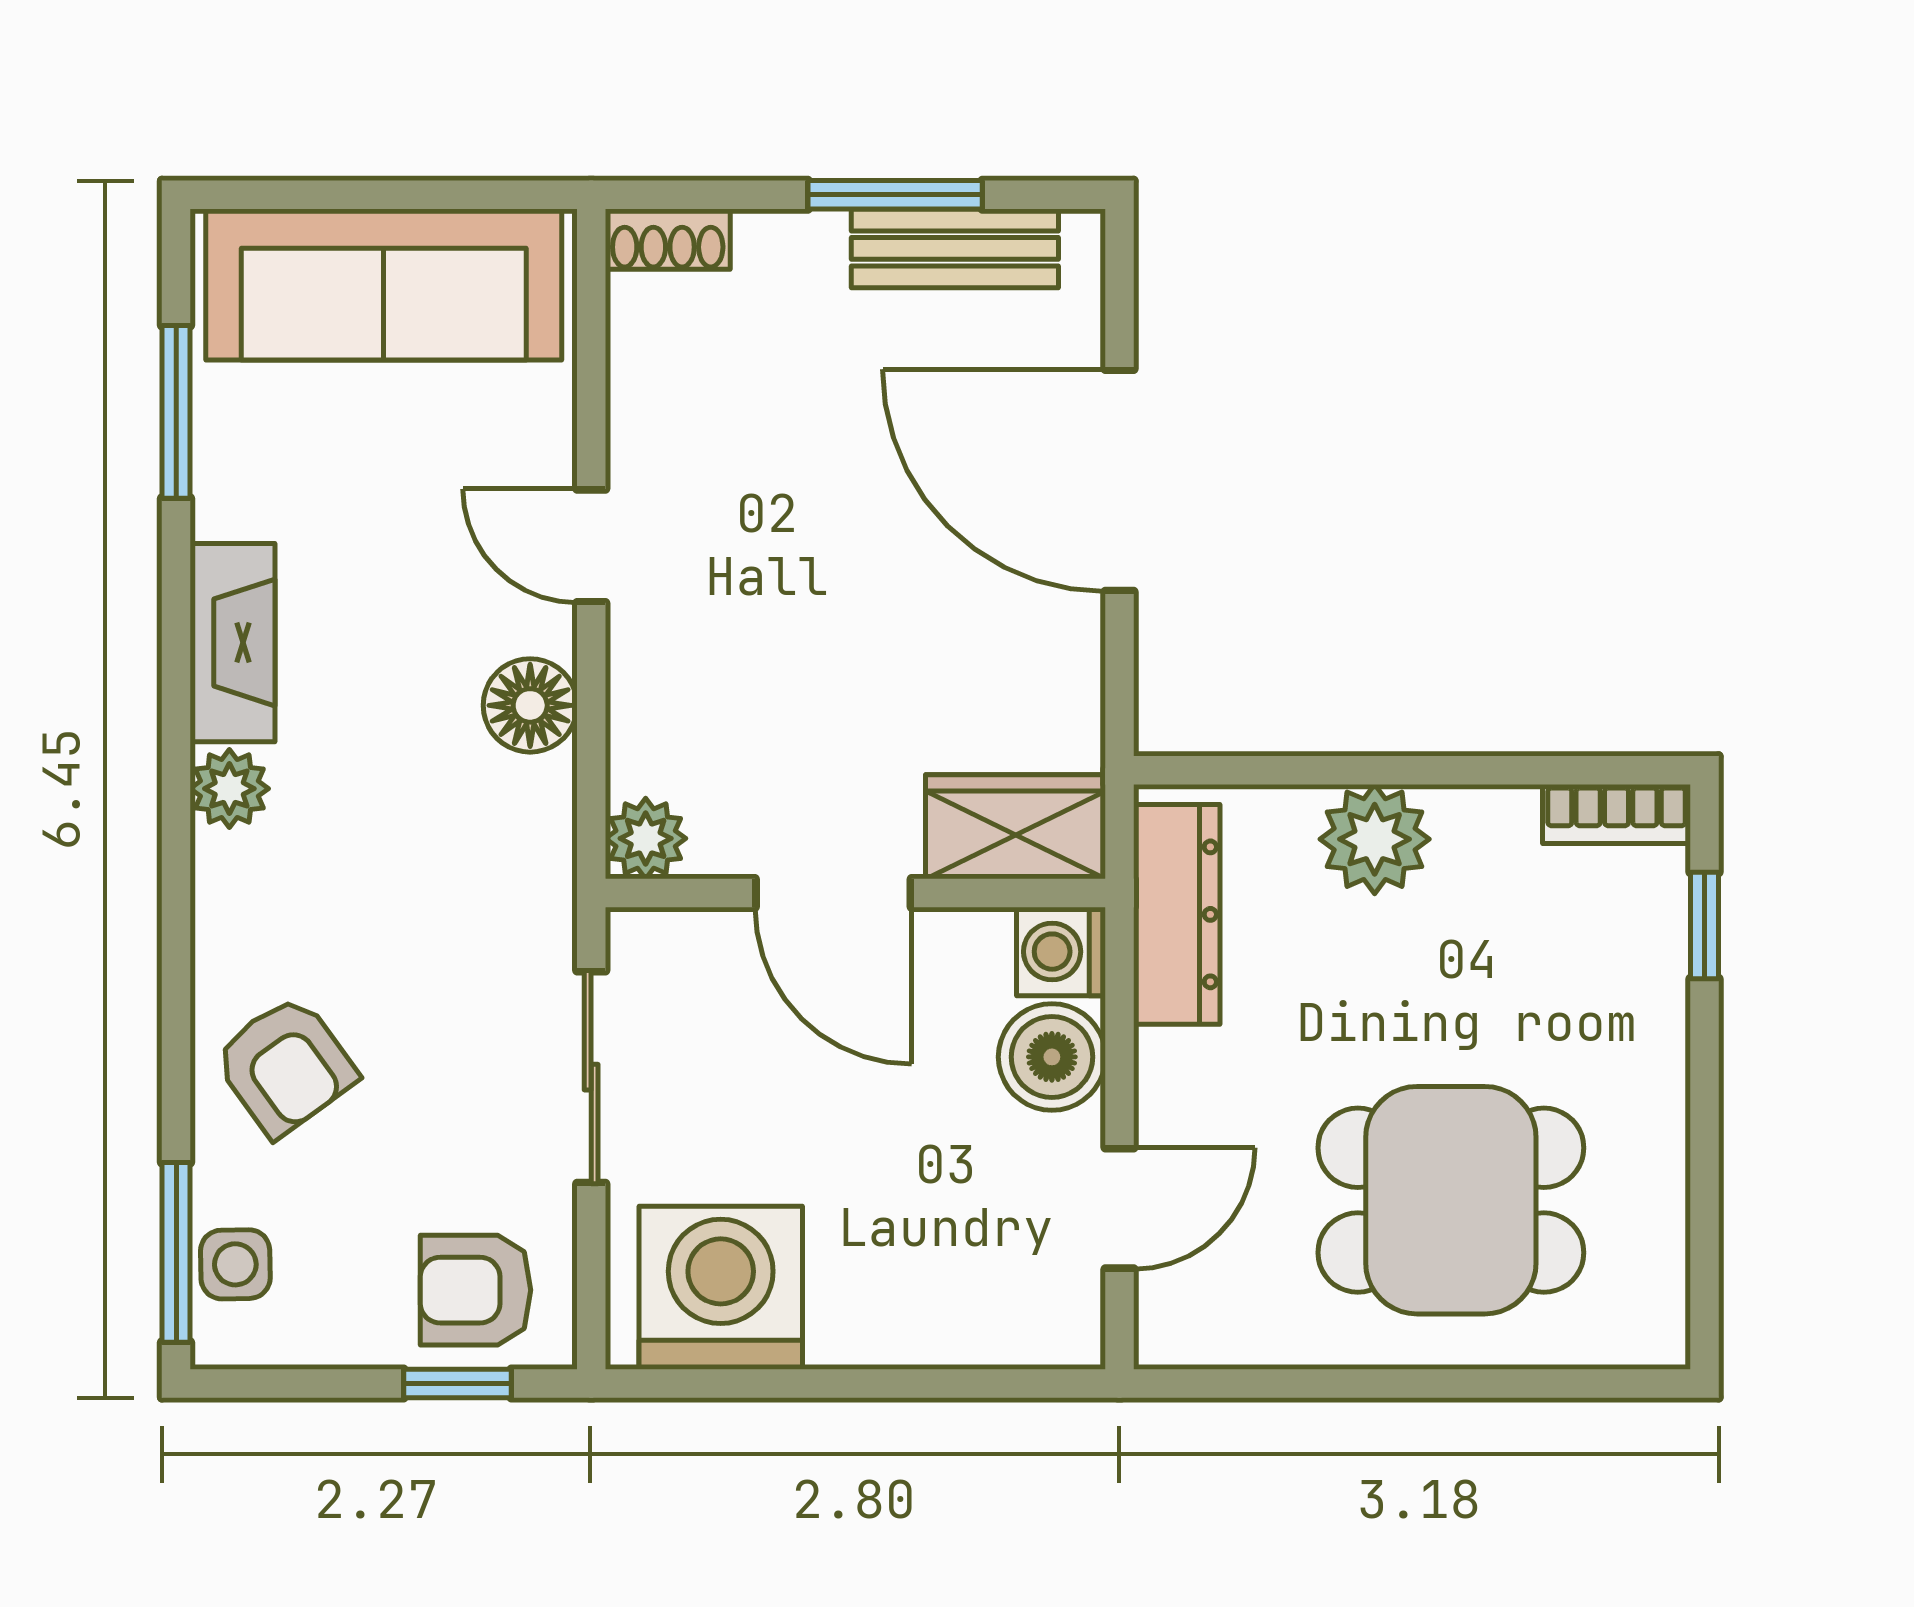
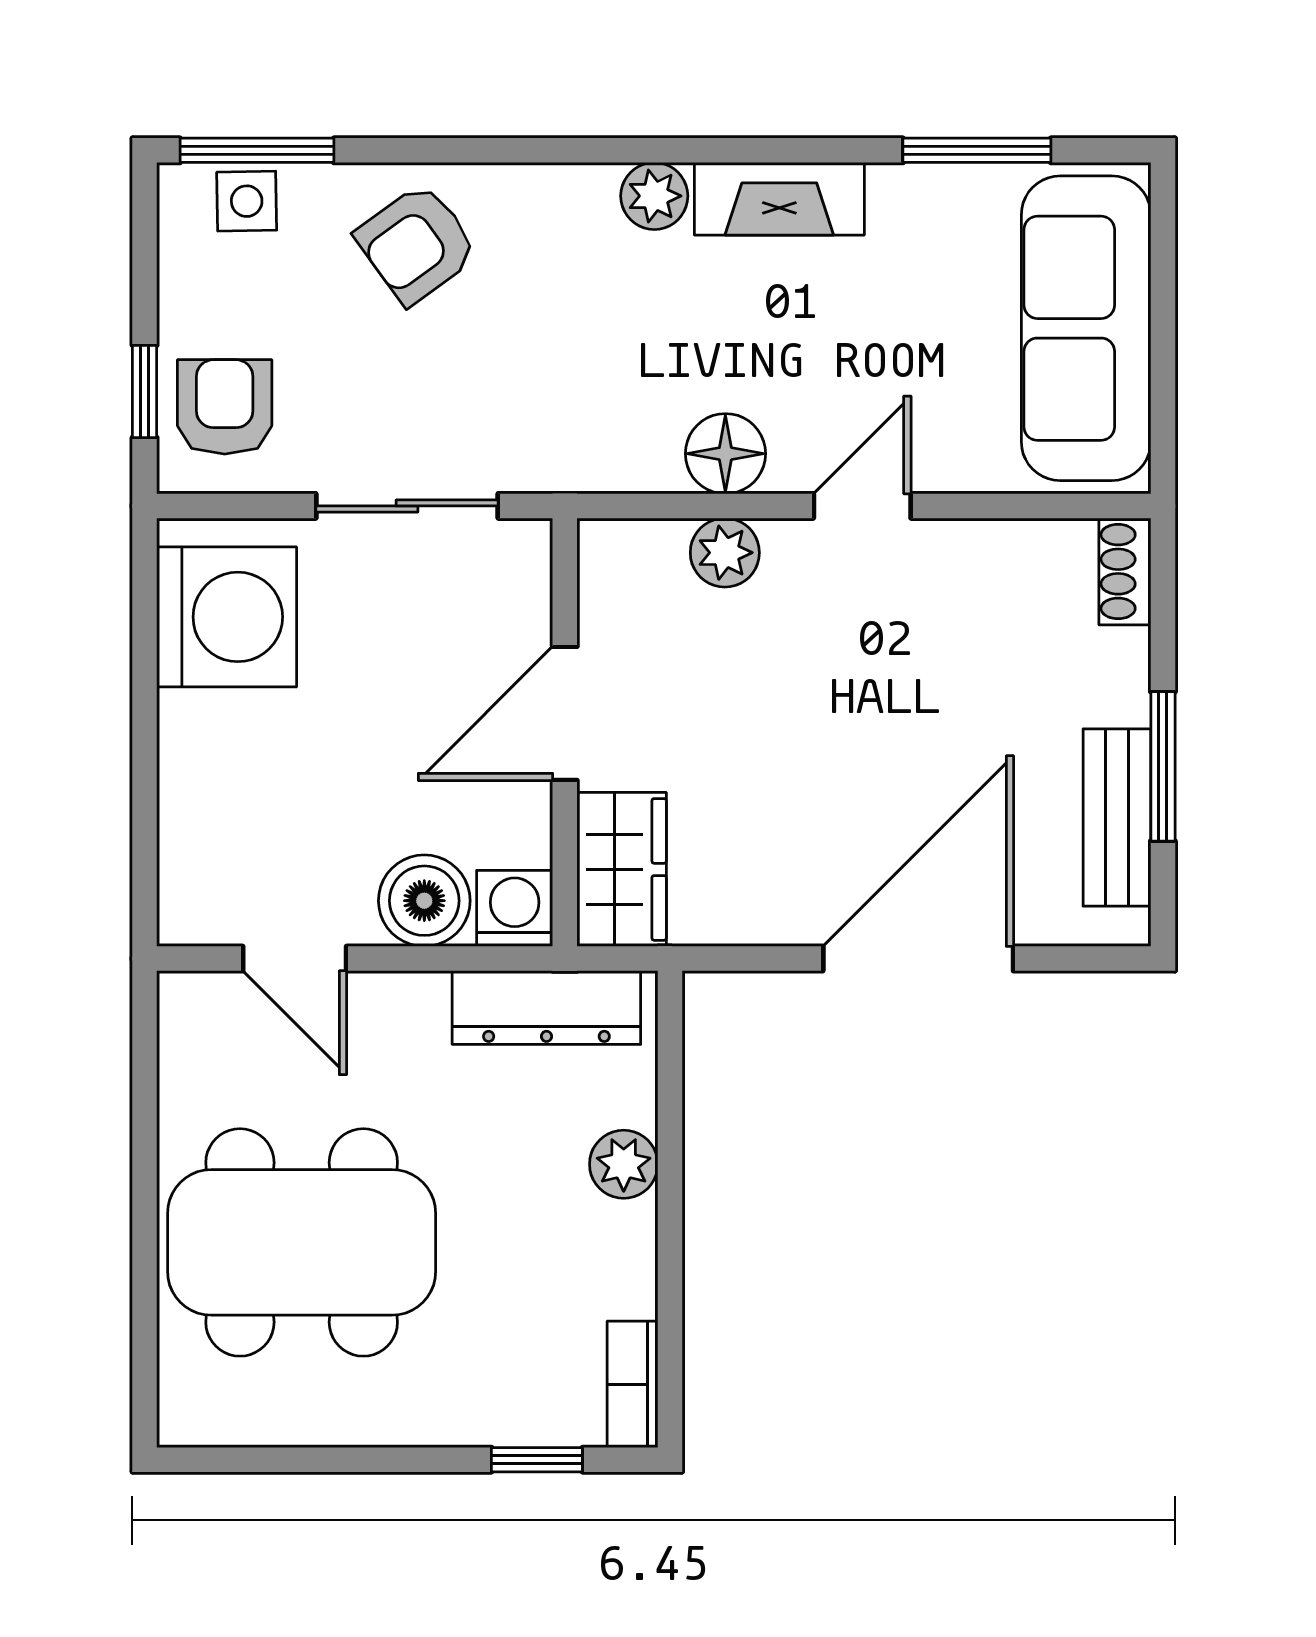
plant: (646, 838) -> (725, 553), moved
plant: (1375, 839) -> (624, 1164), width x0.73, depth x0.73
dining table: (1451, 1200) -> (302, 1242), width x1.38

